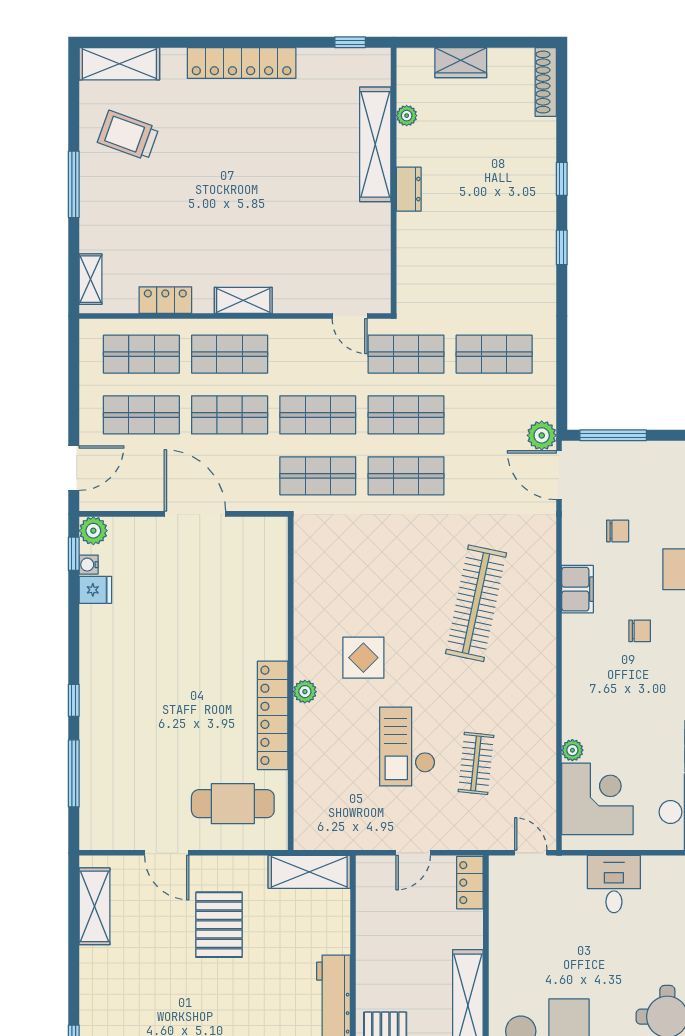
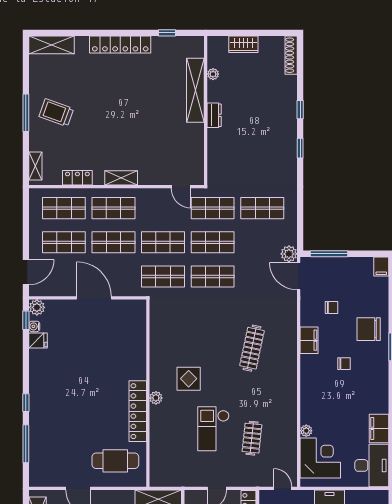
window: (350, 42) -> (167, 33), moved
trolley: (128, 135) -> (56, 113), moved
clothes rail: (476, 603) -> (252, 348), width x0.73, depth x0.76

